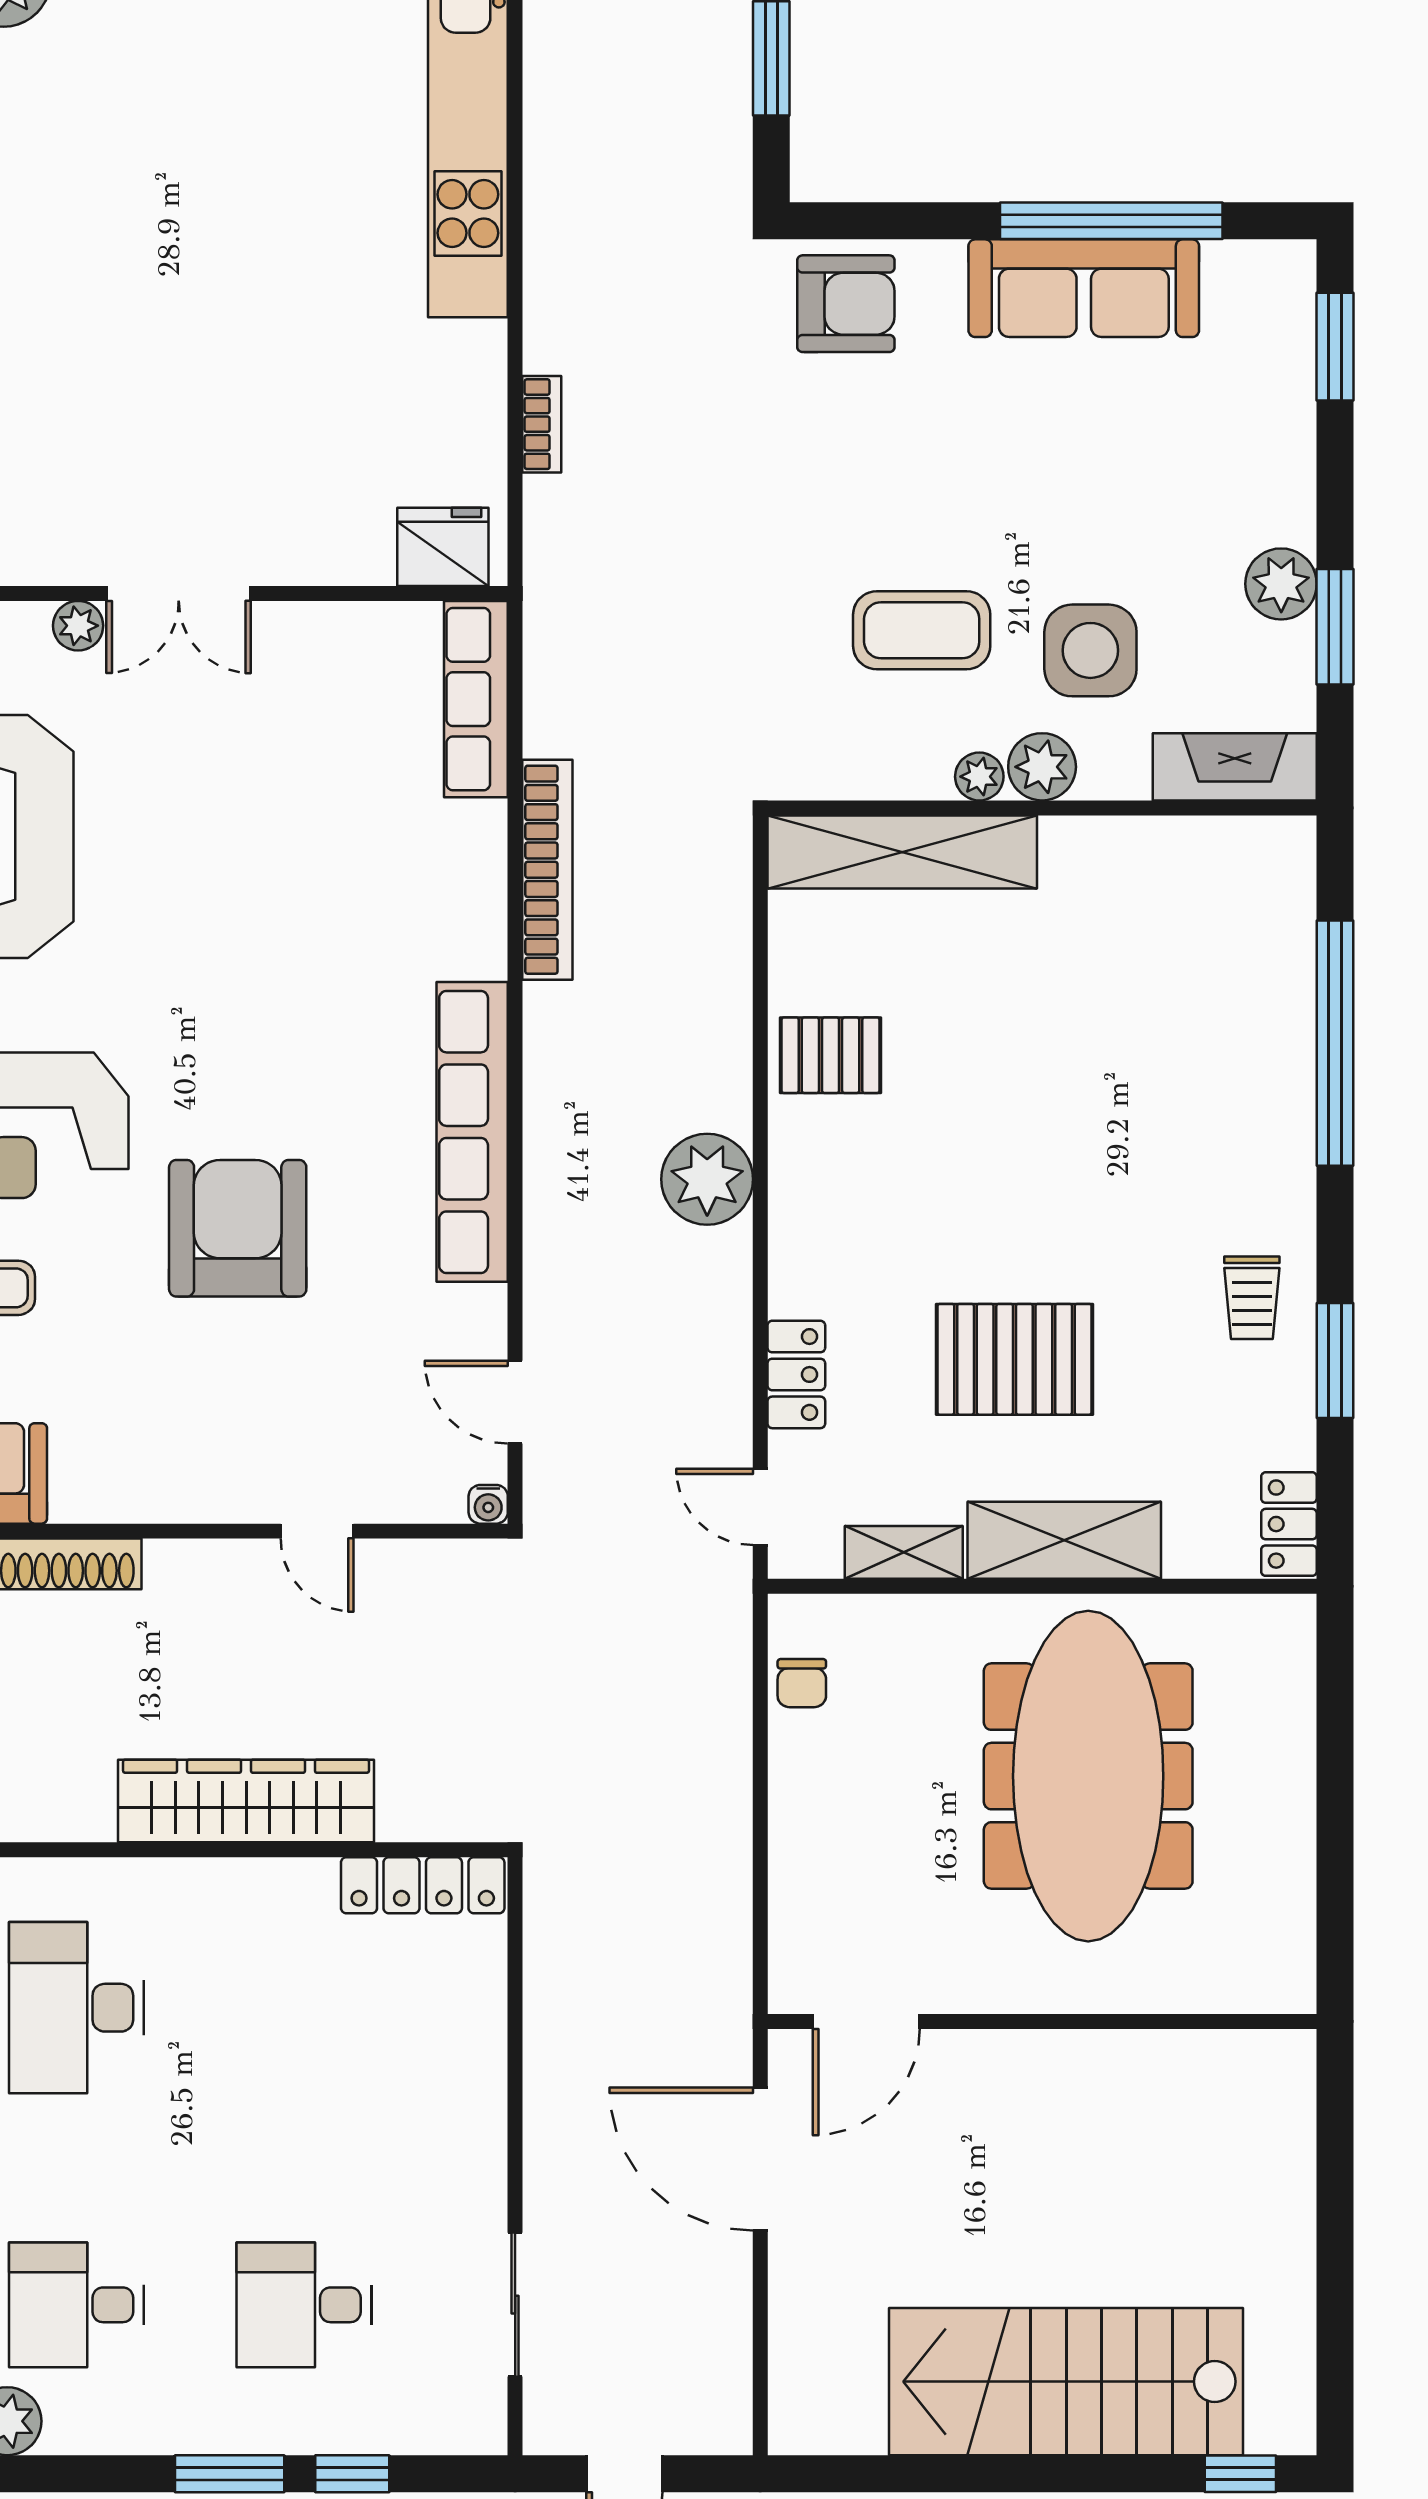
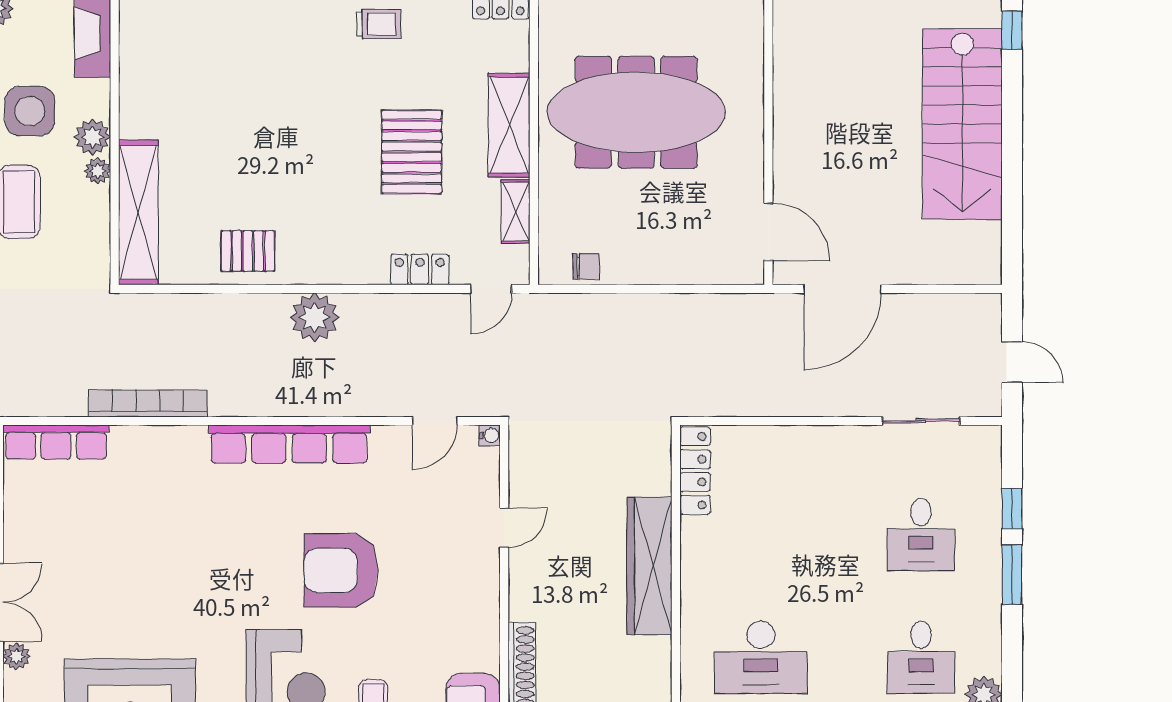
pallet: (831, 1055) -> (248, 251), turned 90

